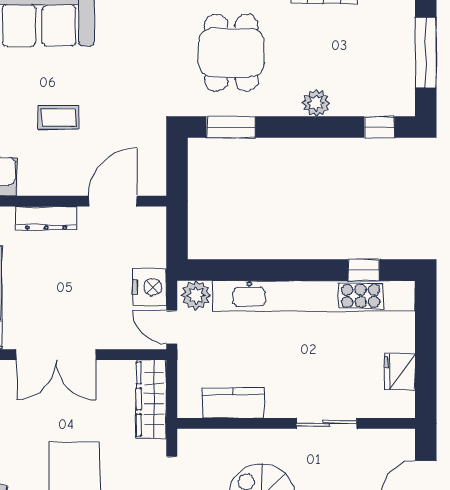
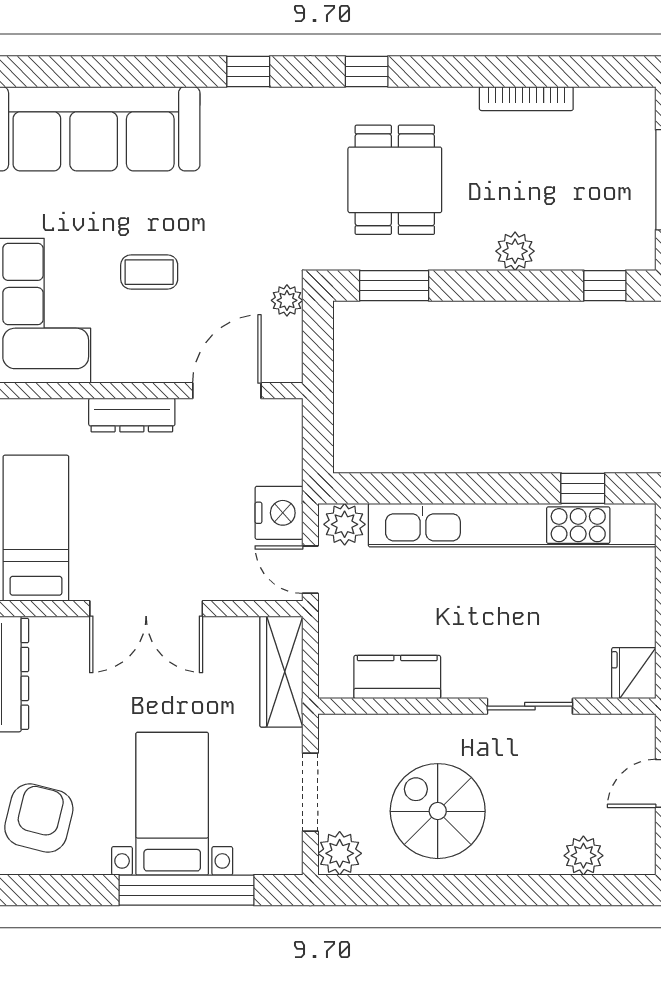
plant: (155, 138) -> (287, 300), added
fridge: (400, 372) -> (634, 673), moved

